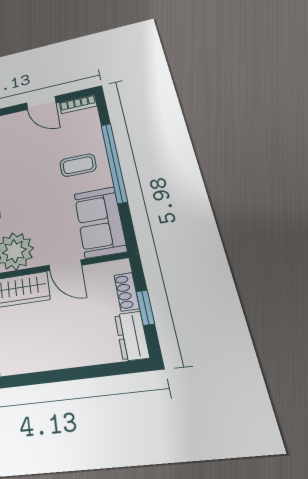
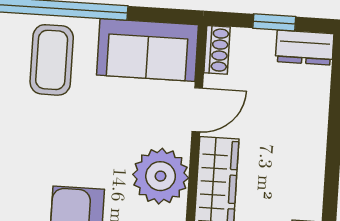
coffee table: (78, 165) -> (52, 60), width x1.36, depth x1.30
shoe rack: (127, 292) -> (217, 50), moved, turned -90

